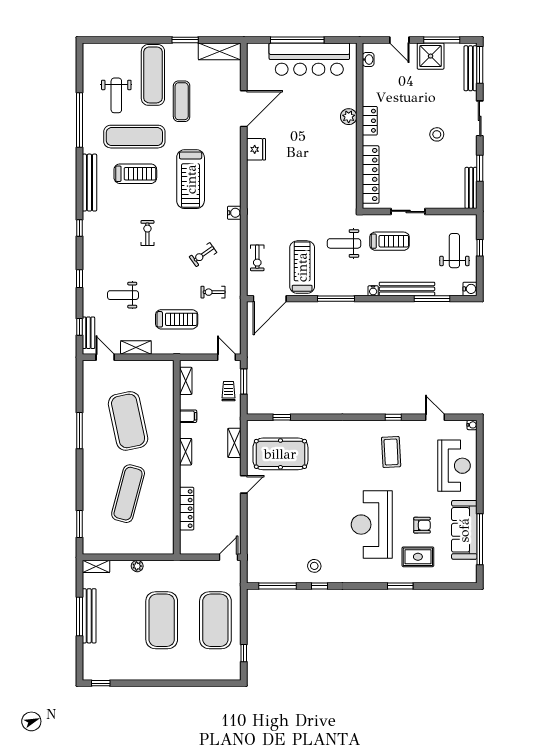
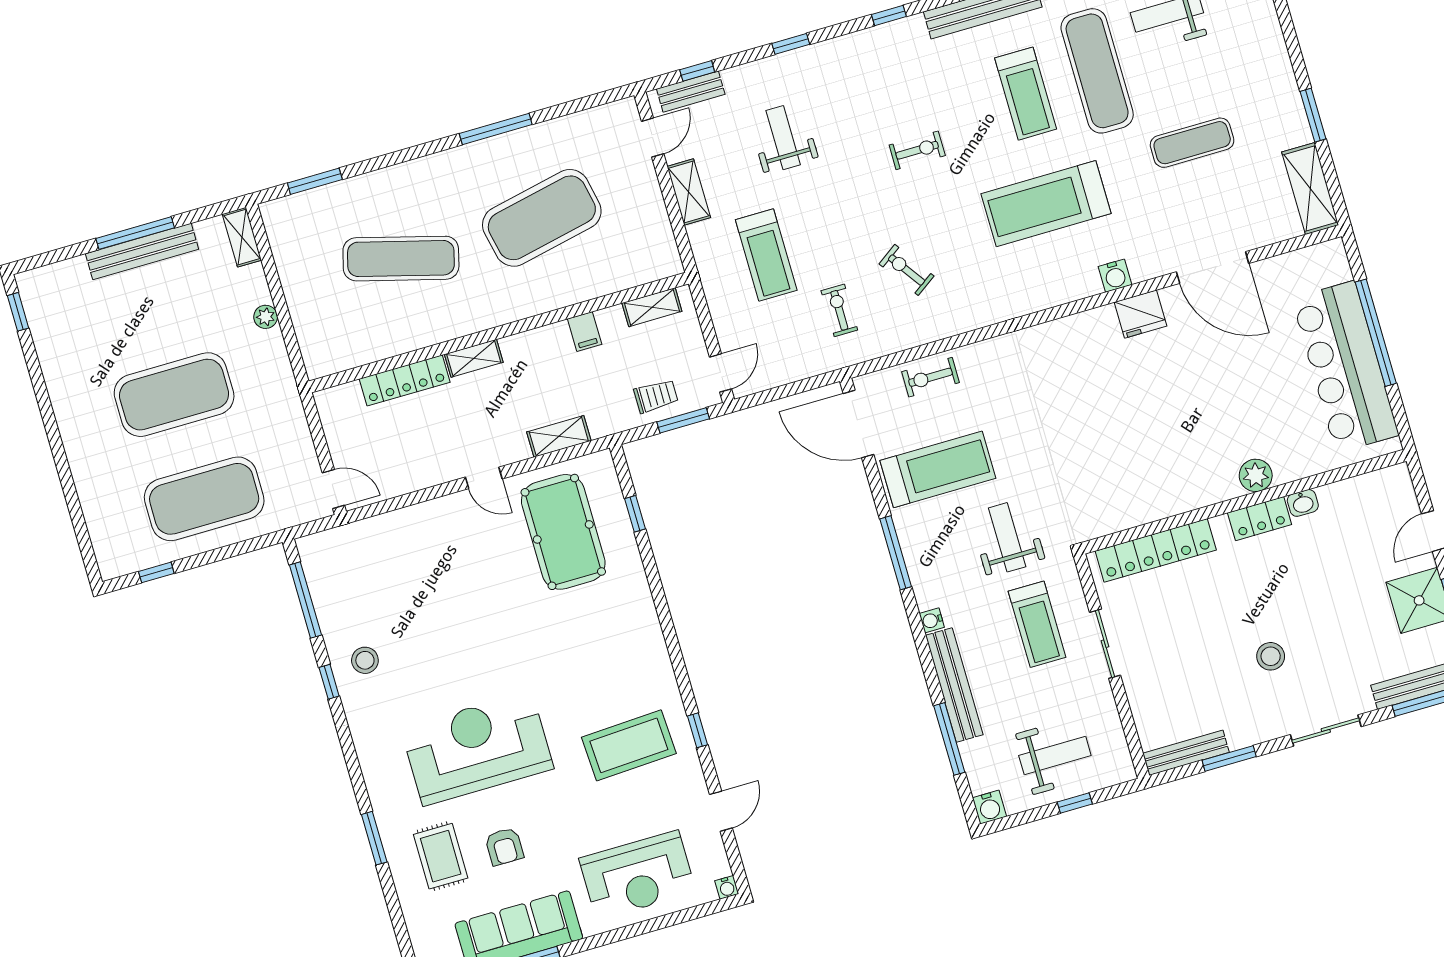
washbasin: (368, 59) -> (1303, 503), moved
exercise mat: (153, 75) -> (1227, 72), removed
water cooler: (234, 213) -> (1115, 276), moved
shelving: (186, 452) -> (474, 358), moved
coffee table: (391, 452) -> (629, 745), width x1.36, depth x1.32

